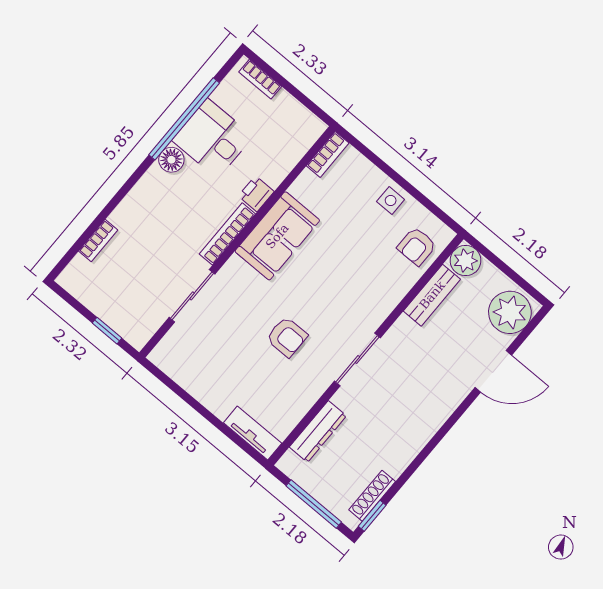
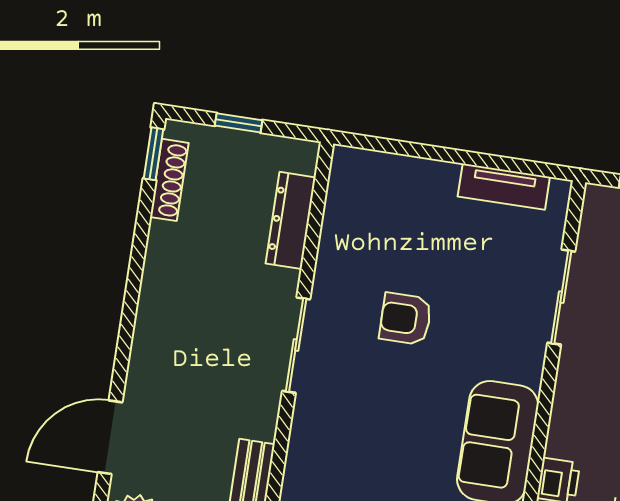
bookcase: (227, 234) -> (564, 406), removed
tv unit: (253, 433) -> (504, 187), moved
window: (314, 504) -> (239, 123), width x0.46

